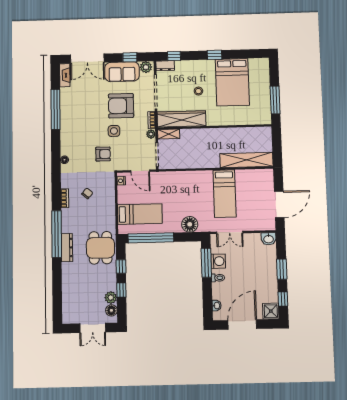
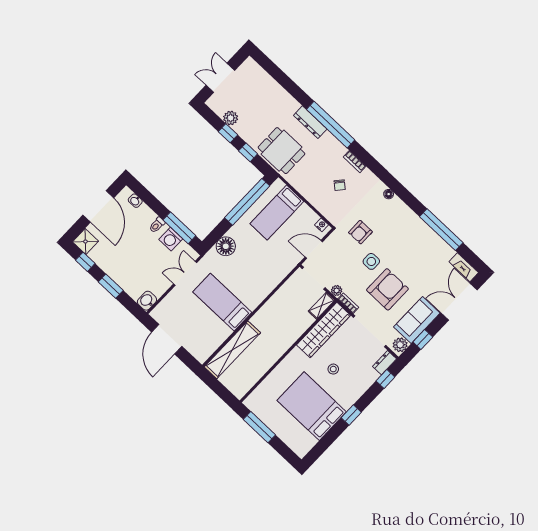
floor lamp: (111, 310) -> (219, 108), removed

